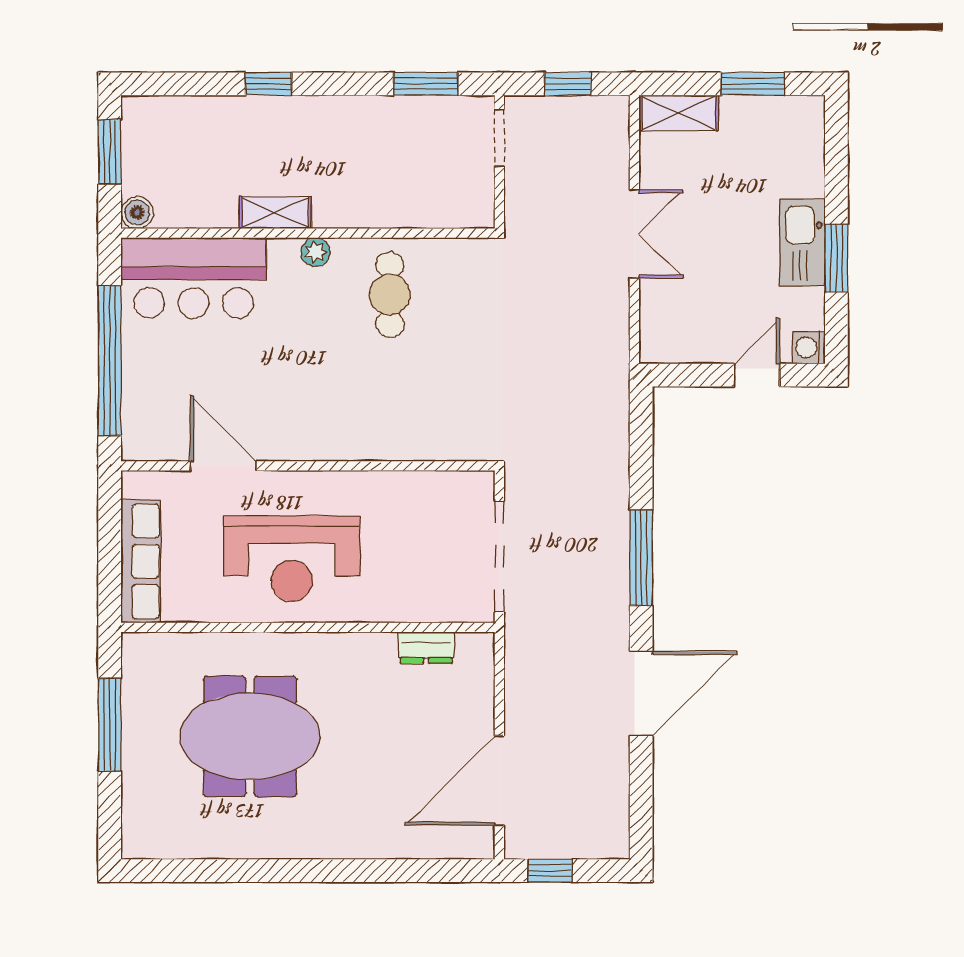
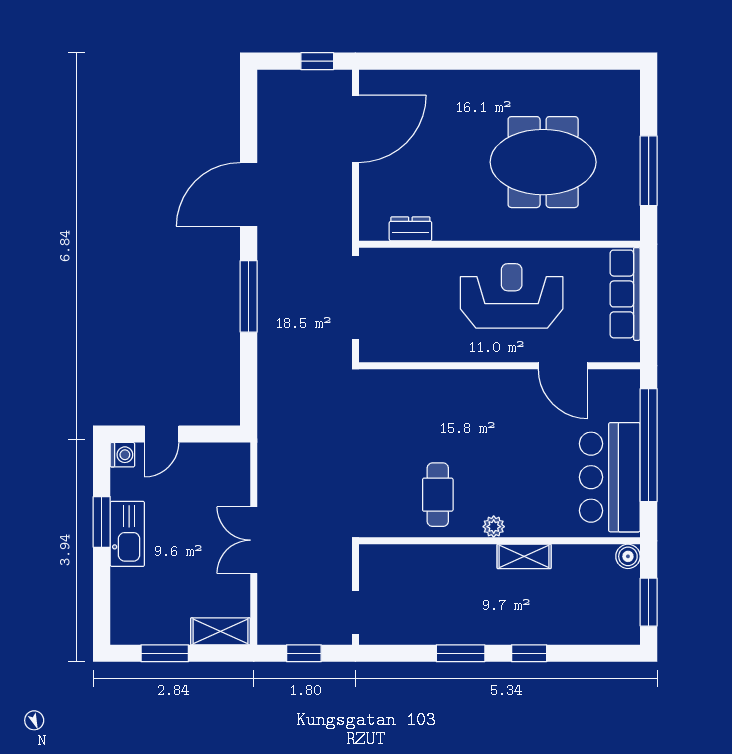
window: (426, 84) -> (461, 653), moved
bar counter: (193, 278) -> (610, 477), moved, turned -90

